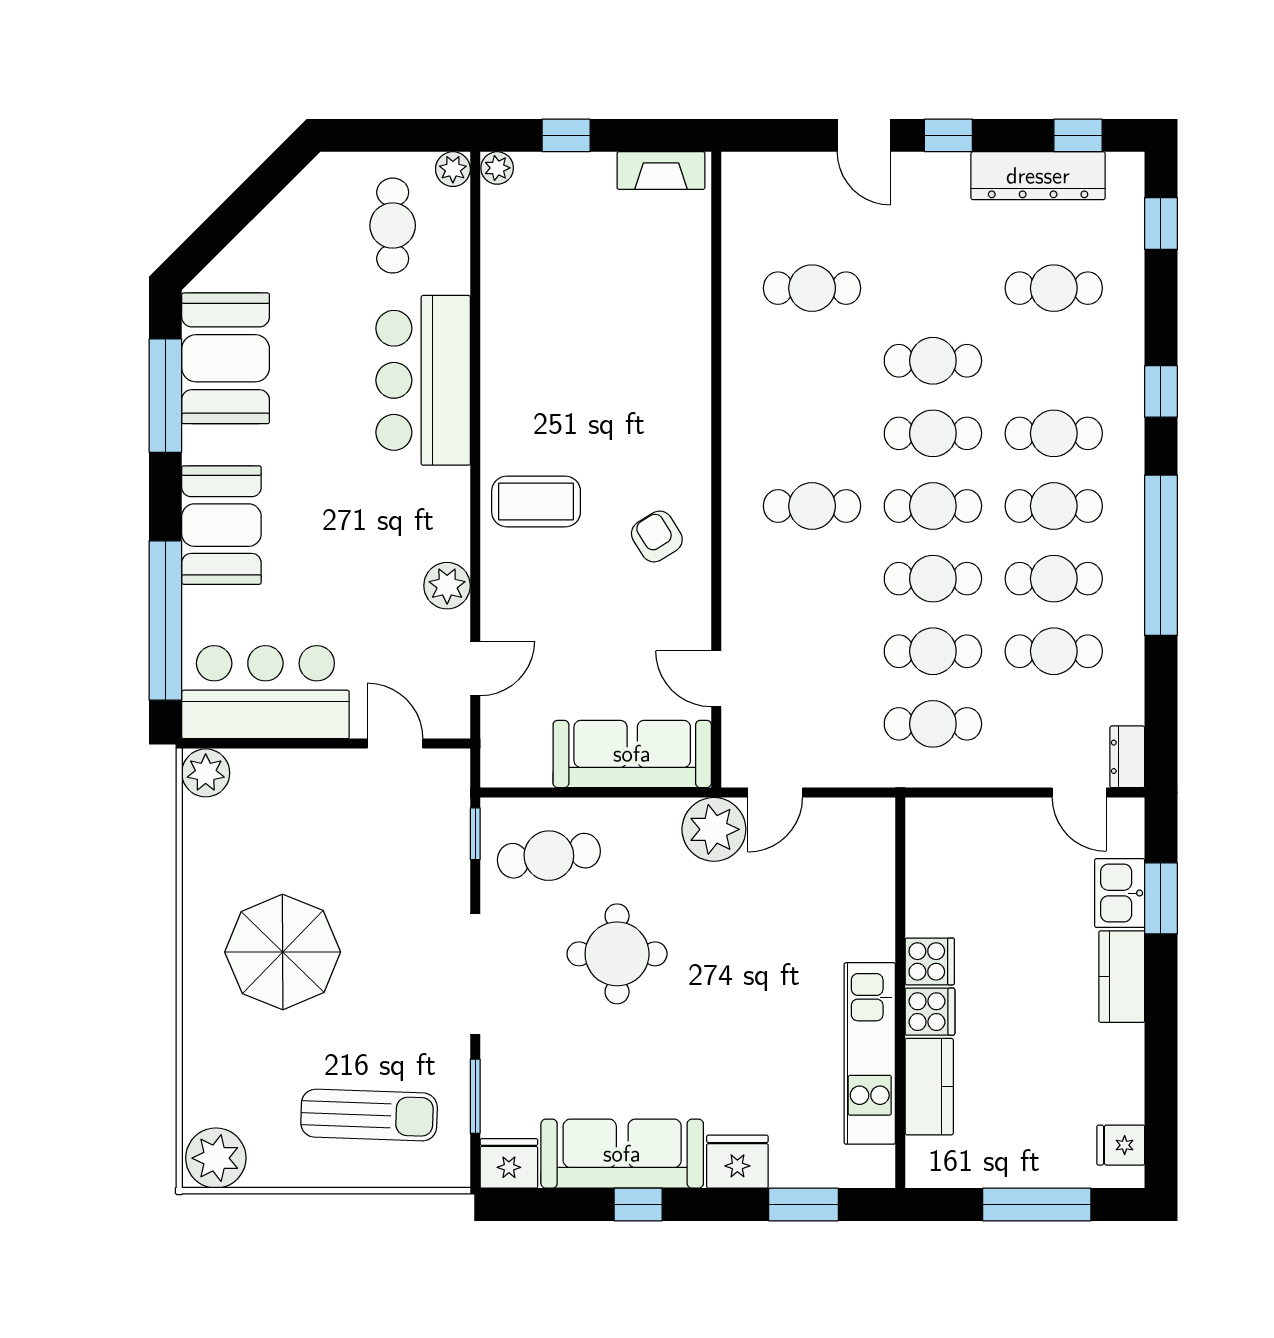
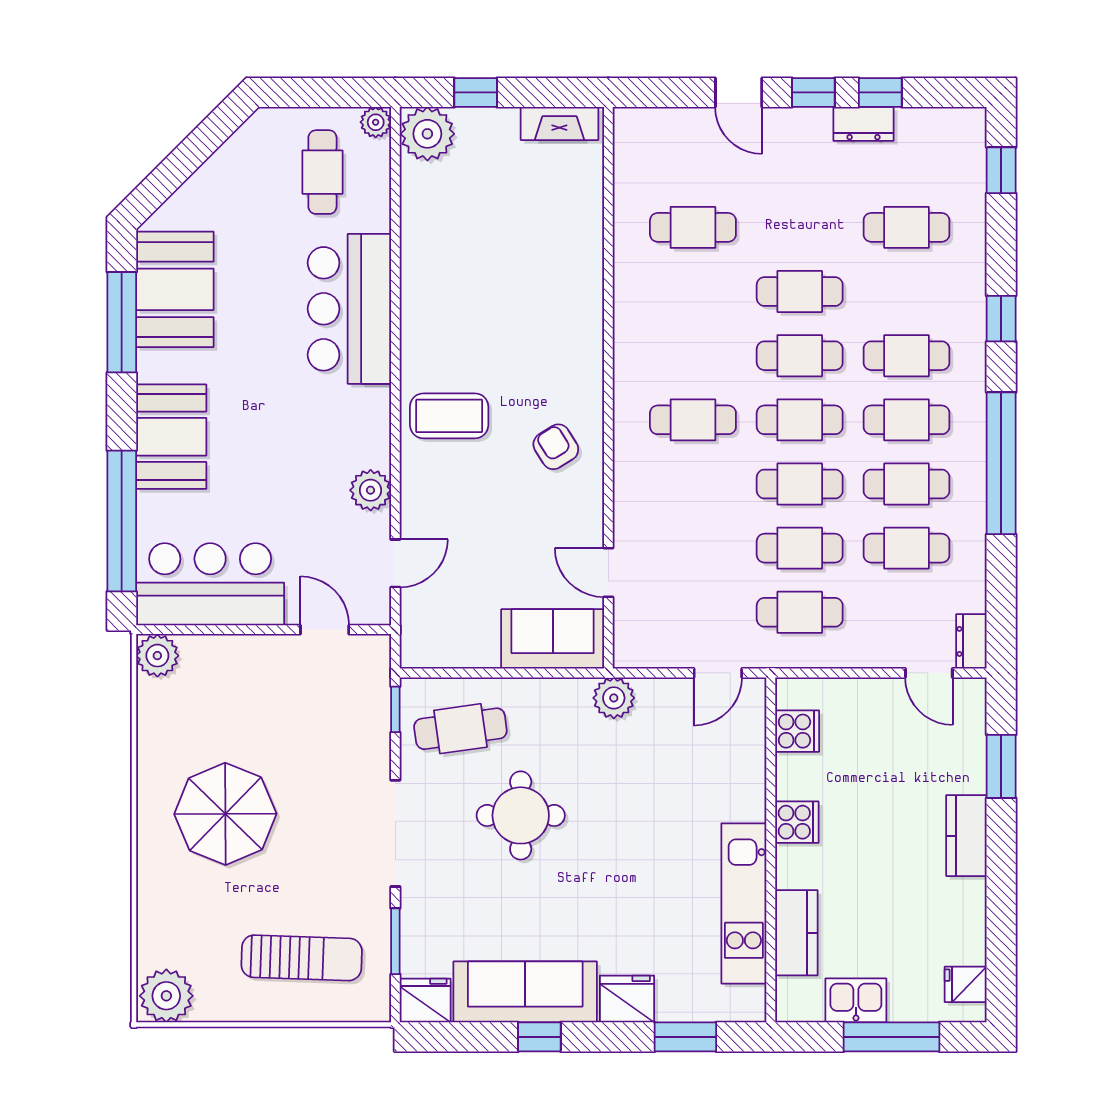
window: (1078, 135) -> (880, 92), moved
plant: (497, 168) -> (427, 134), width x1.87, depth x1.87
dresser: (1038, 176) -> (864, 124), width x0.51, depth x0.80
sofa: (632, 754) -> (553, 639), width x0.73
door: (775, 793) -> (718, 673), moved
plant: (714, 829) -> (614, 698), width x0.73, depth x0.73
kitchen sink: (1120, 893) -> (856, 1000), moved, turned 90
cooker: (930, 1012) -> (797, 731), moved

